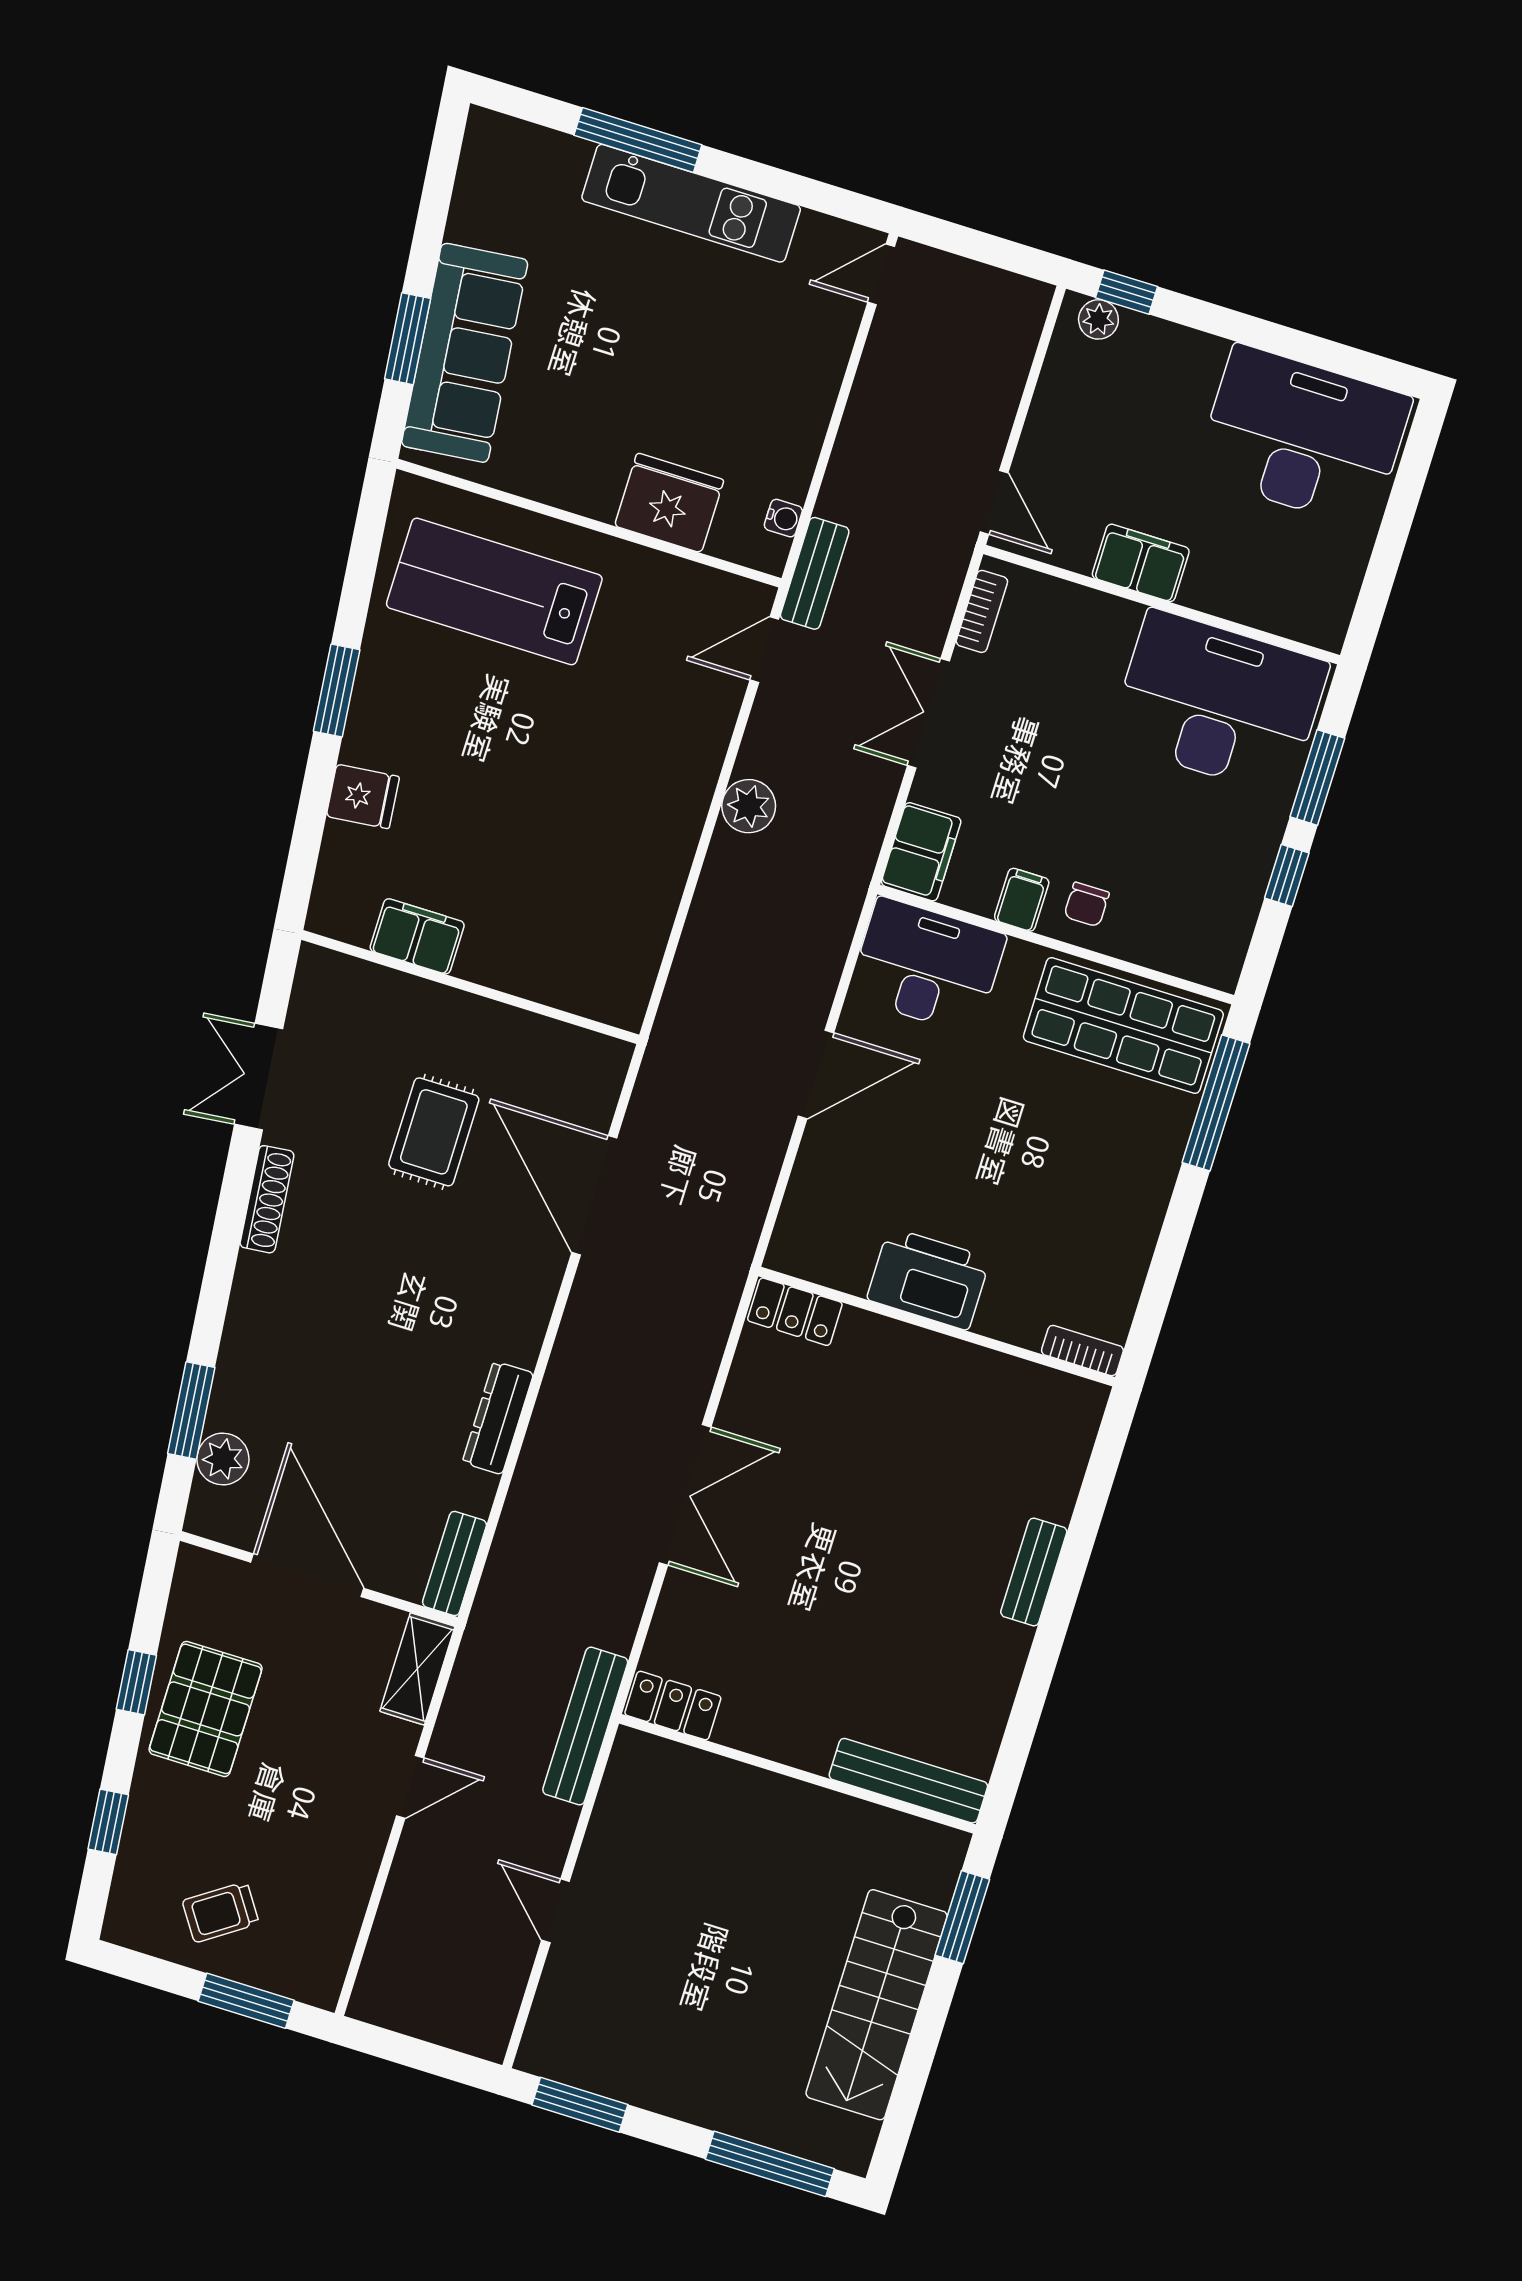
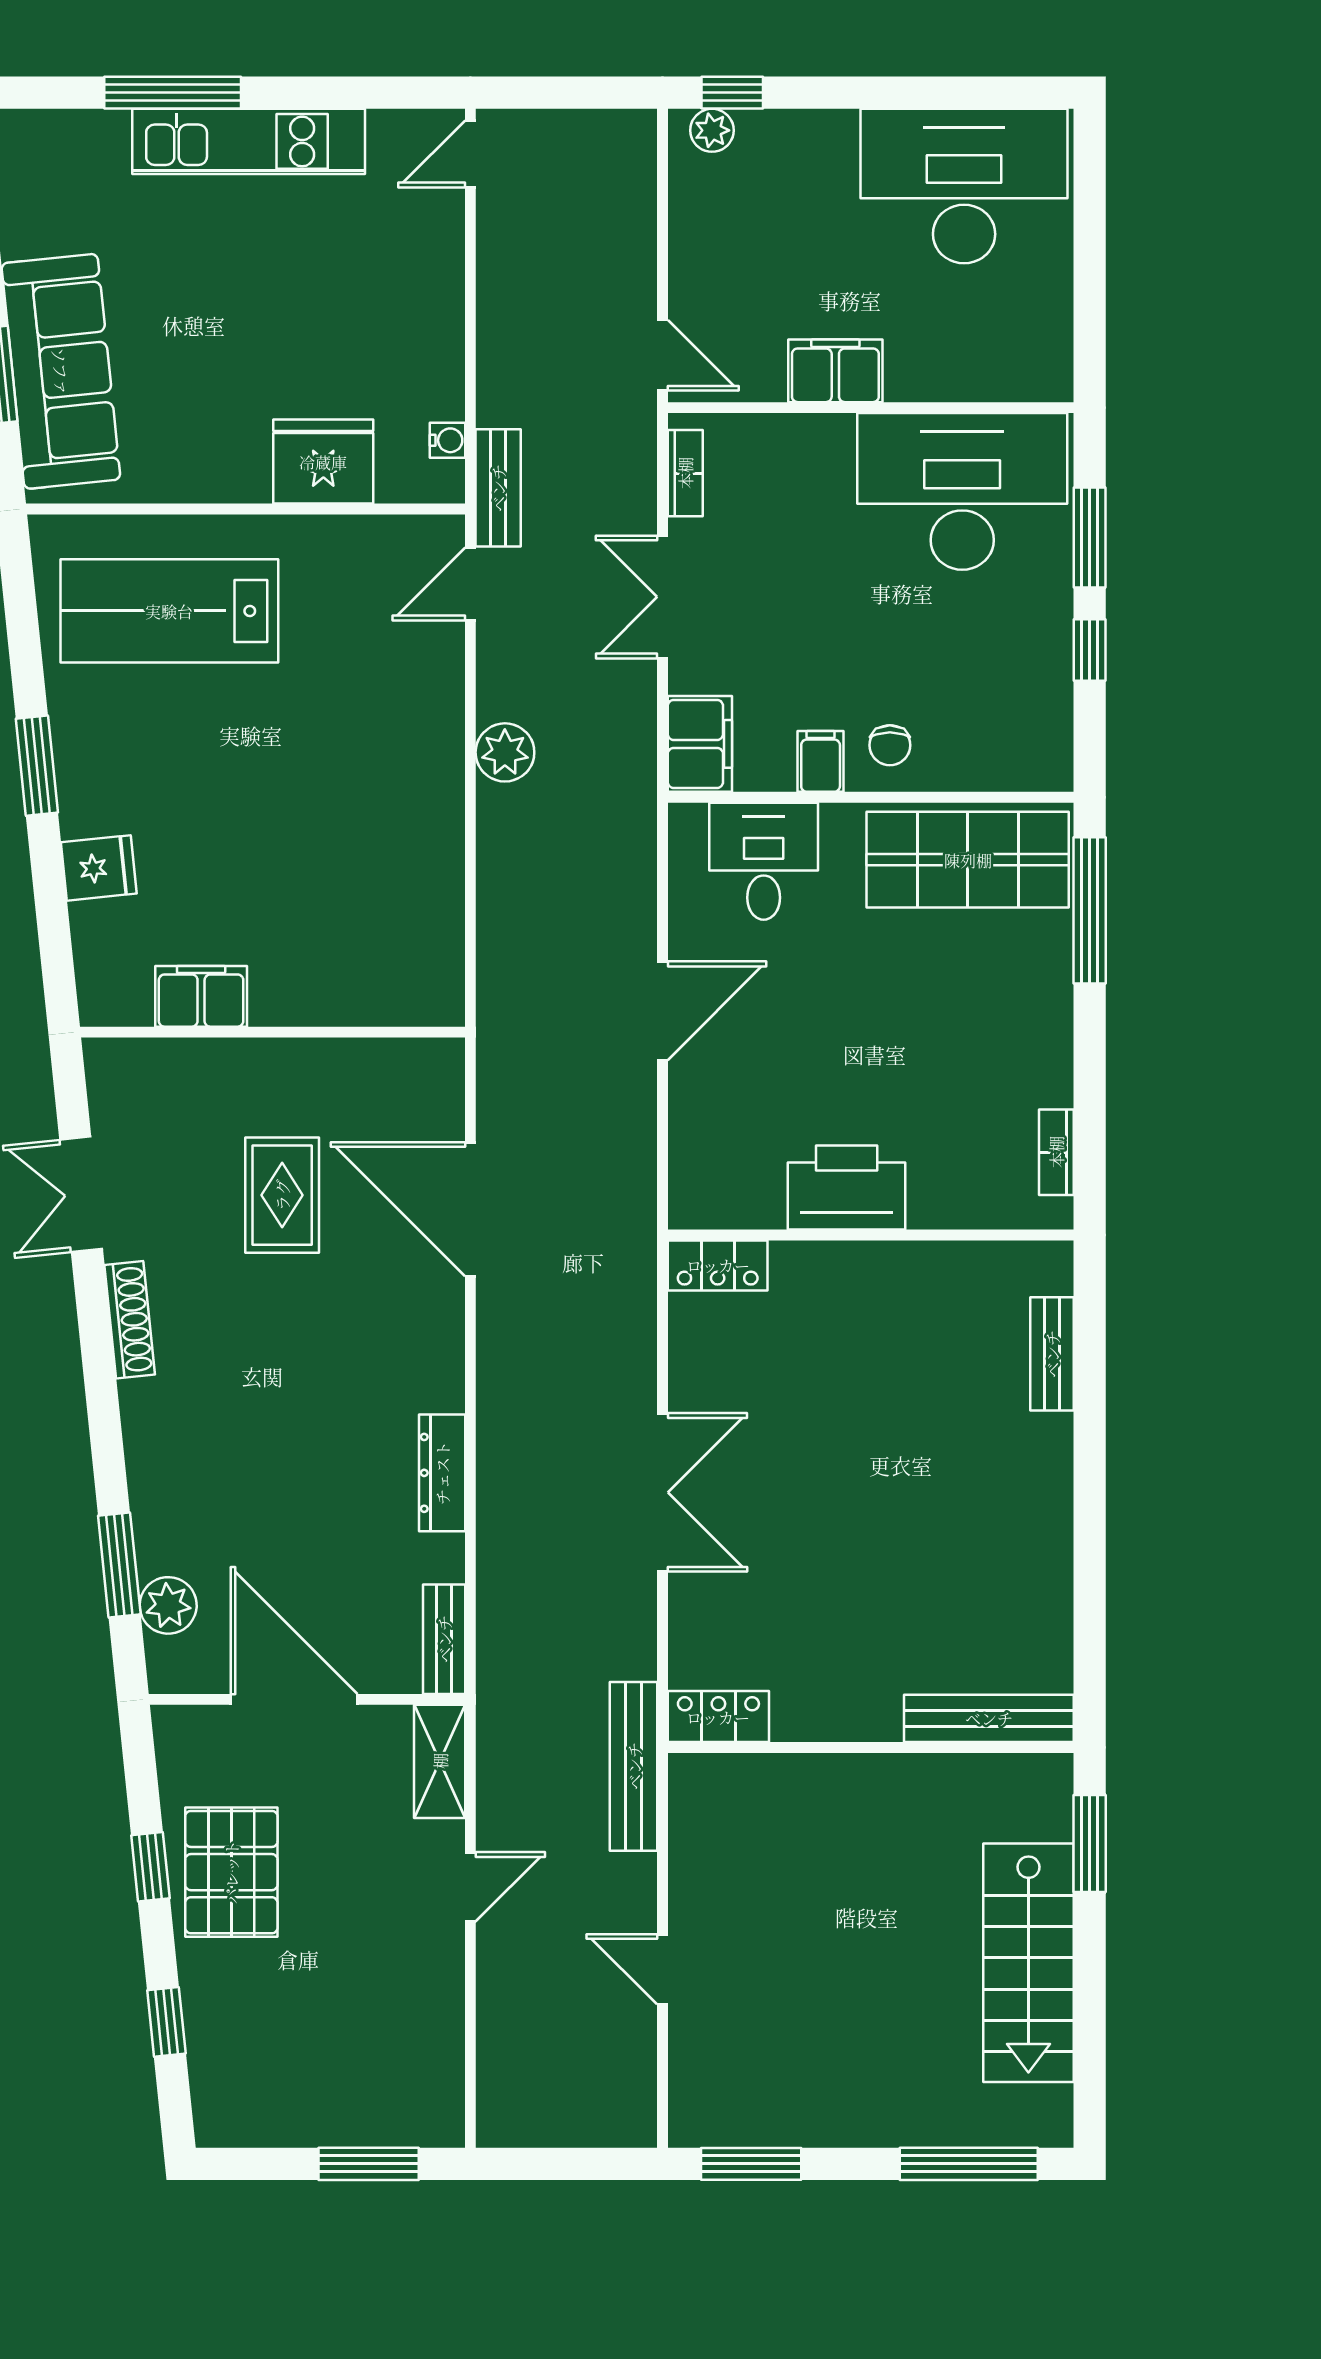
desk: (927, 966) -> (764, 861), width x0.73
bookcase: (1082, 1351) -> (1056, 1152), moved, turned -90
bench: (1034, 1572) -> (1052, 1354), moved
trolley: (221, 1912) -> (313, 2079), removed

